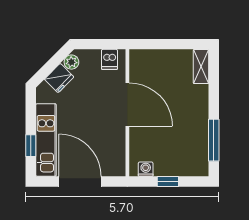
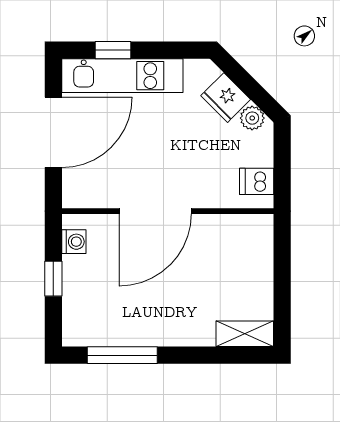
door: (127, 104) -> (155, 211), moved

